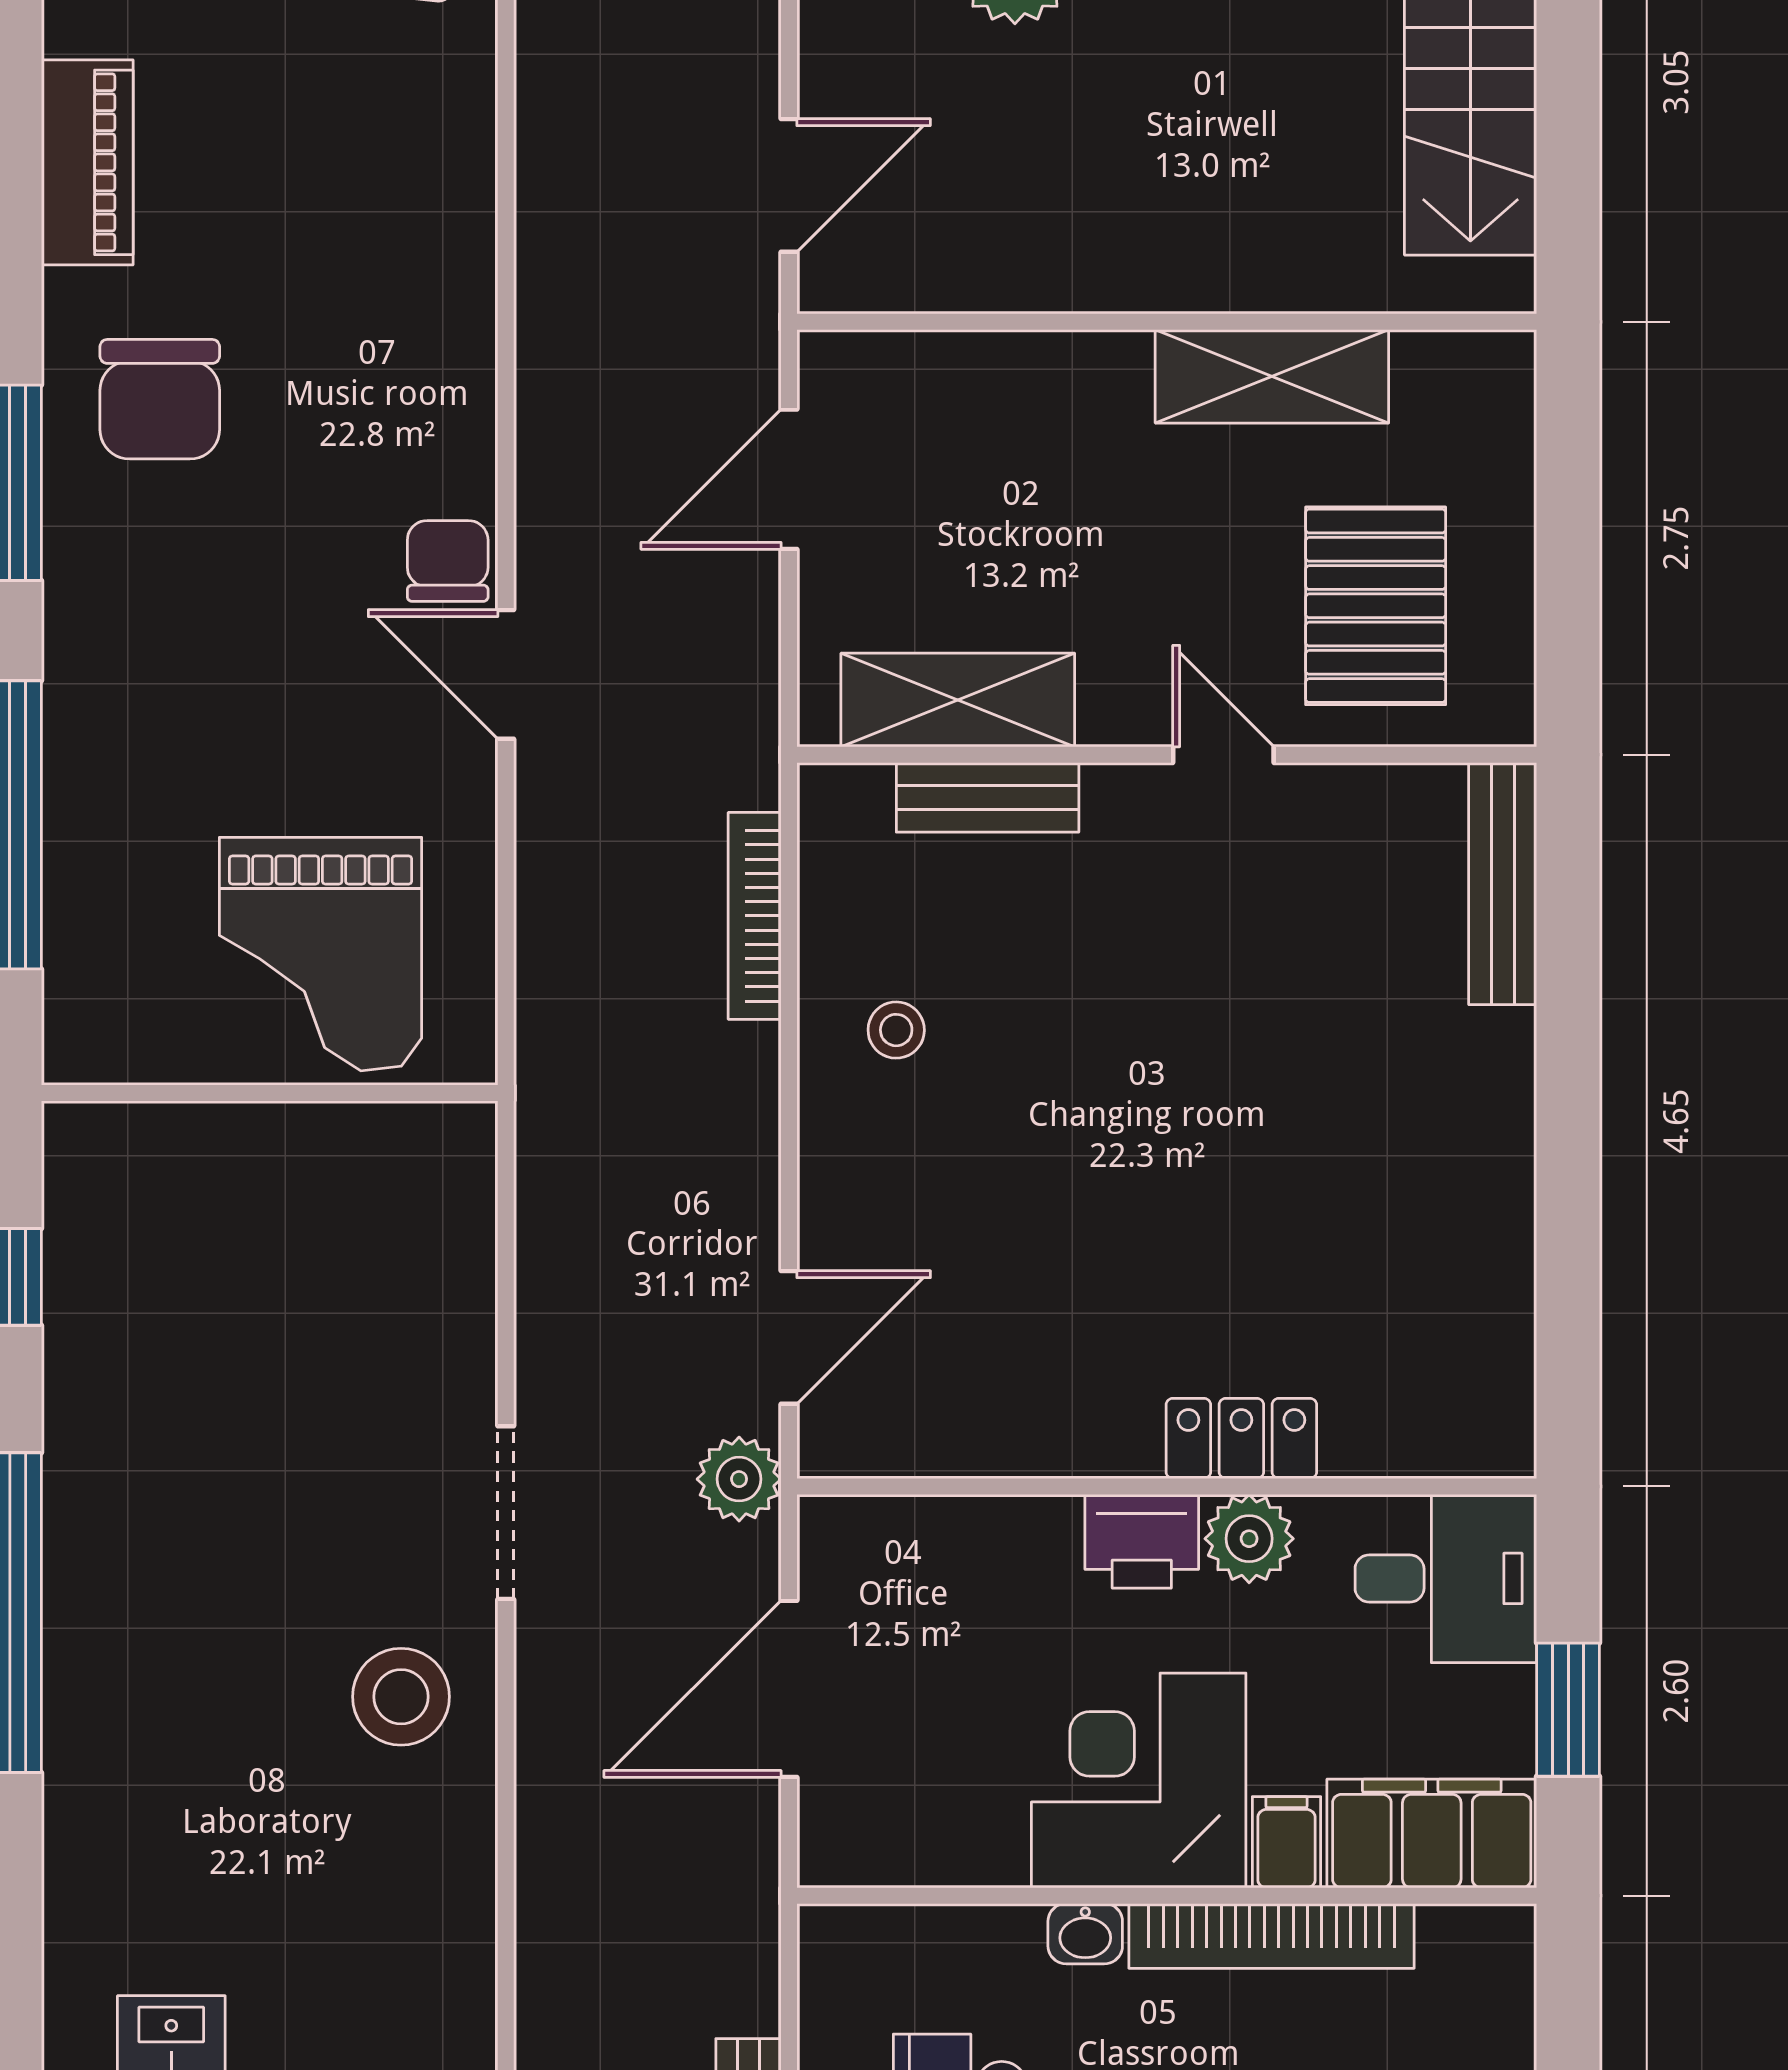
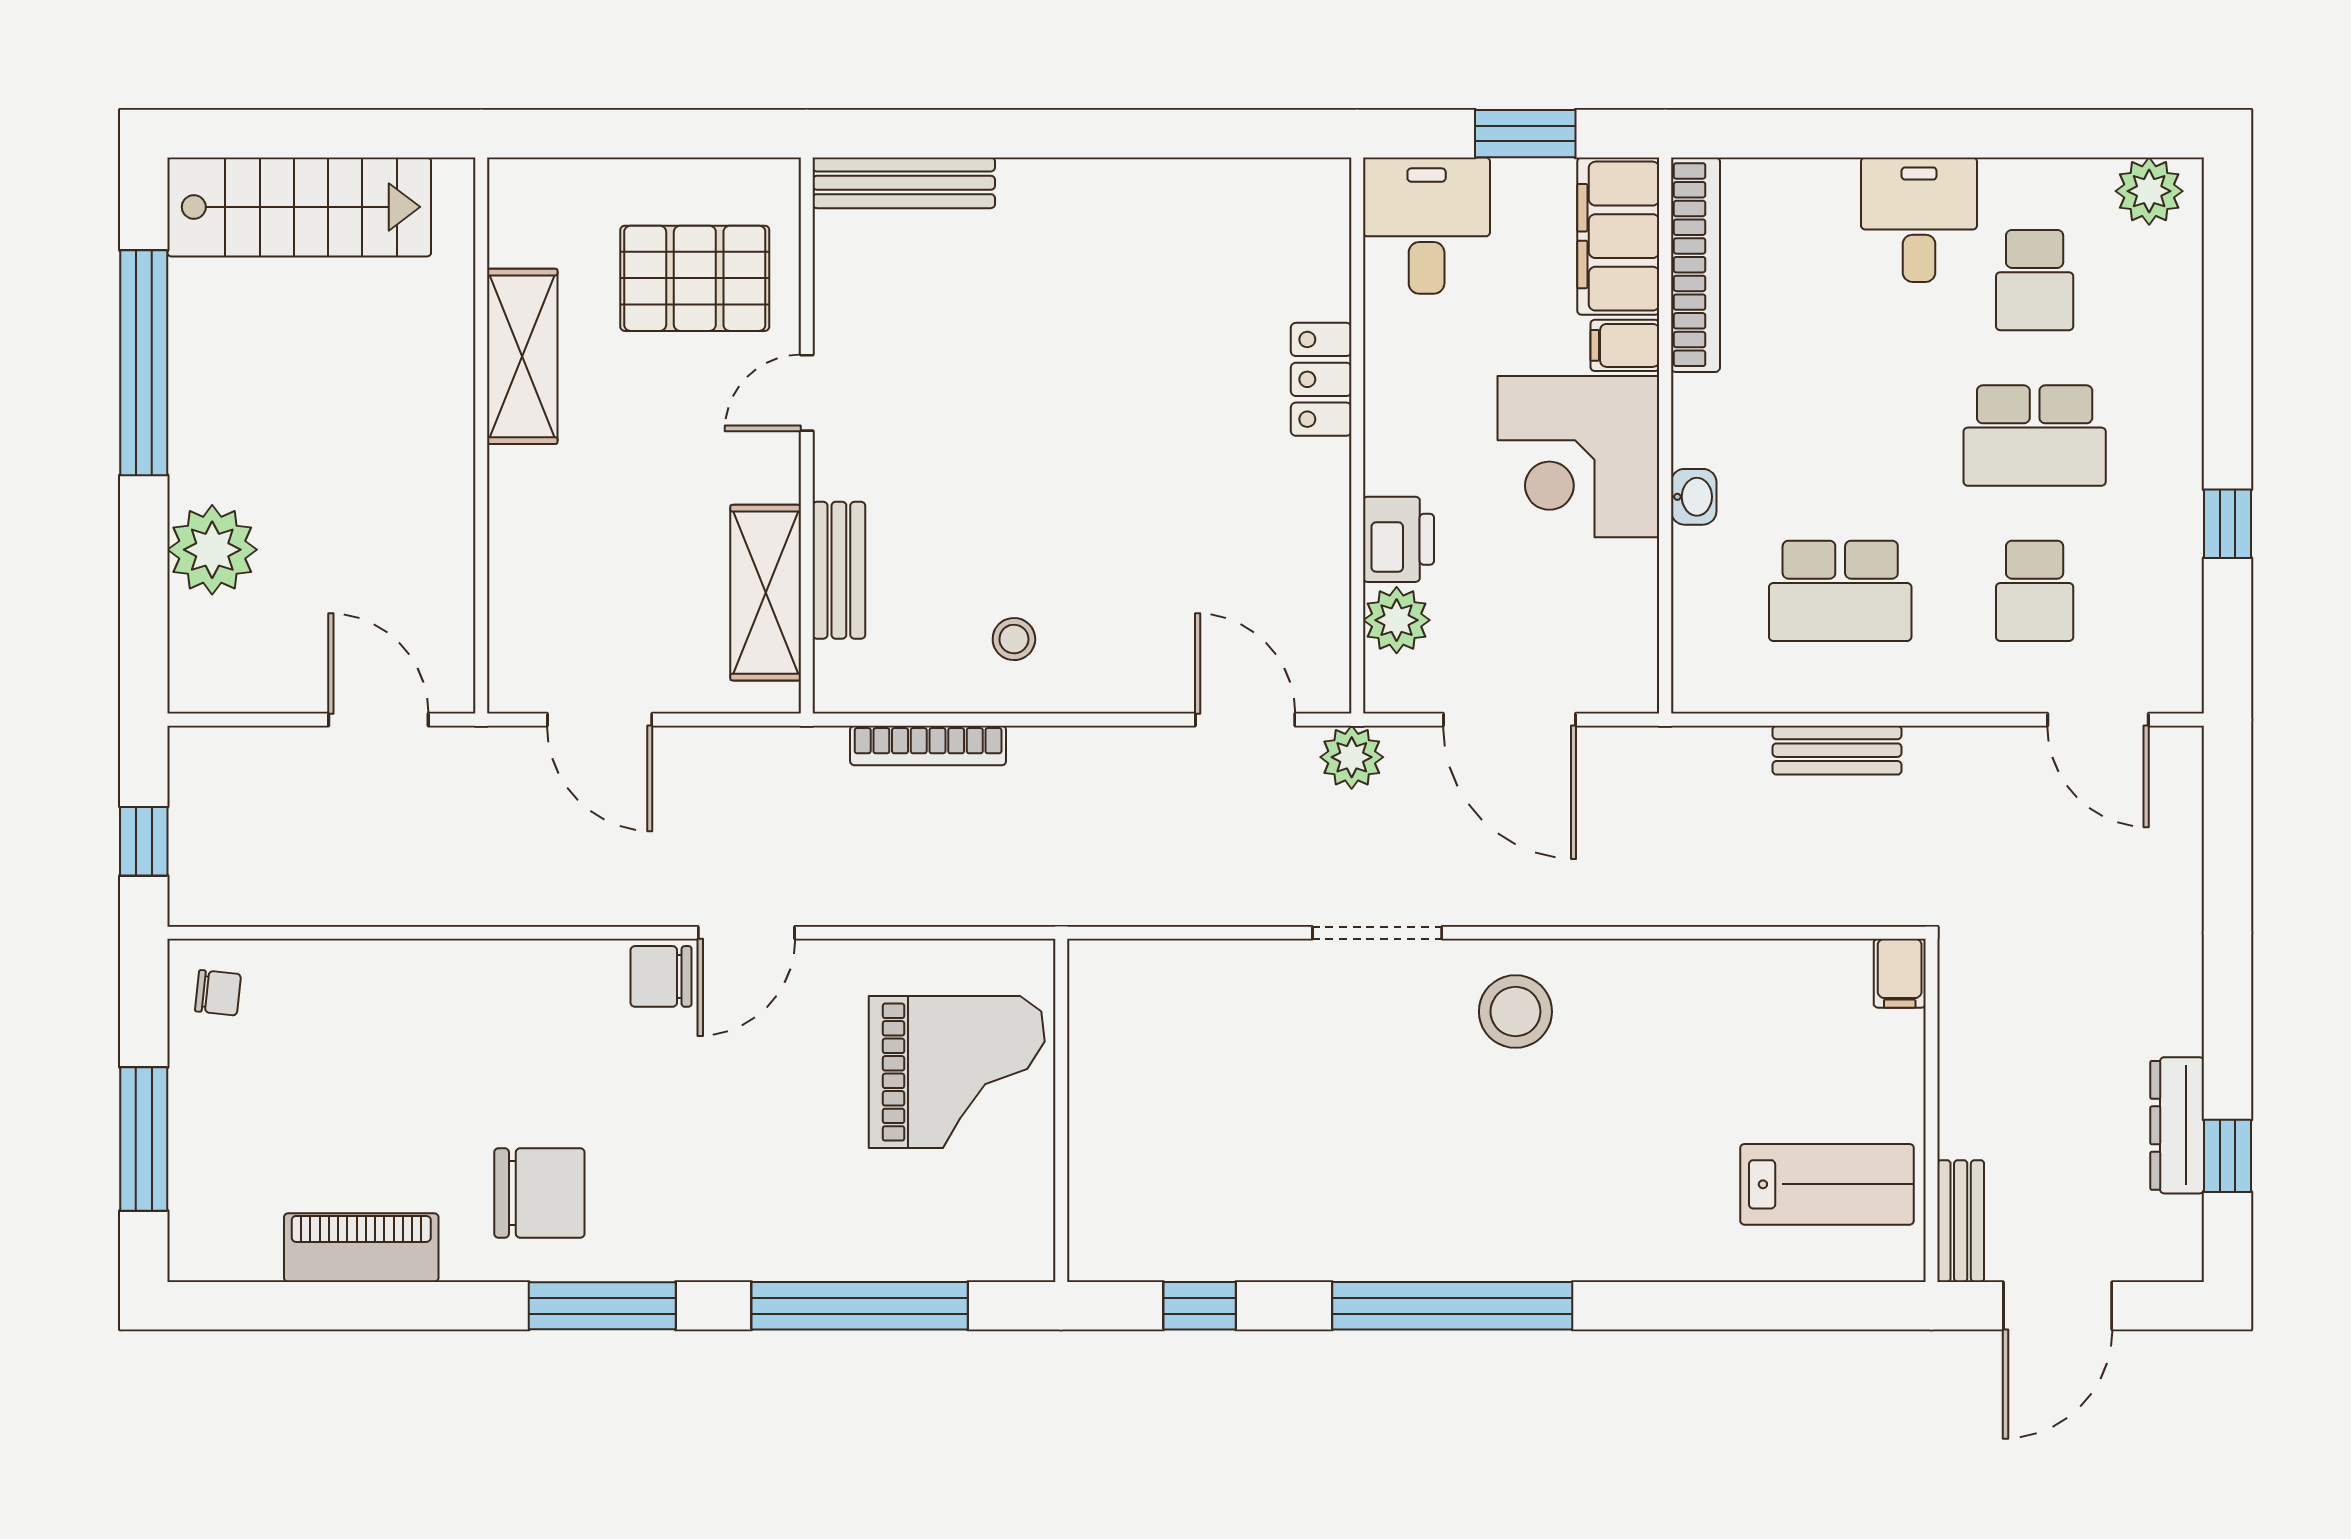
plant: (1249, 1539) -> (1397, 620), moved
printer: (1142, 1541) -> (1399, 539), moved
bookcase: (1272, 1936) -> (1695, 265), moved

